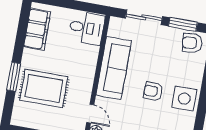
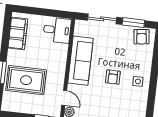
armchair: (192, 43) -> (141, 37), turned -90
armchair: (153, 91) -> (113, 77), turned -90
side table: (184, 99) -> (138, 81), width x0.54, depth x0.54

